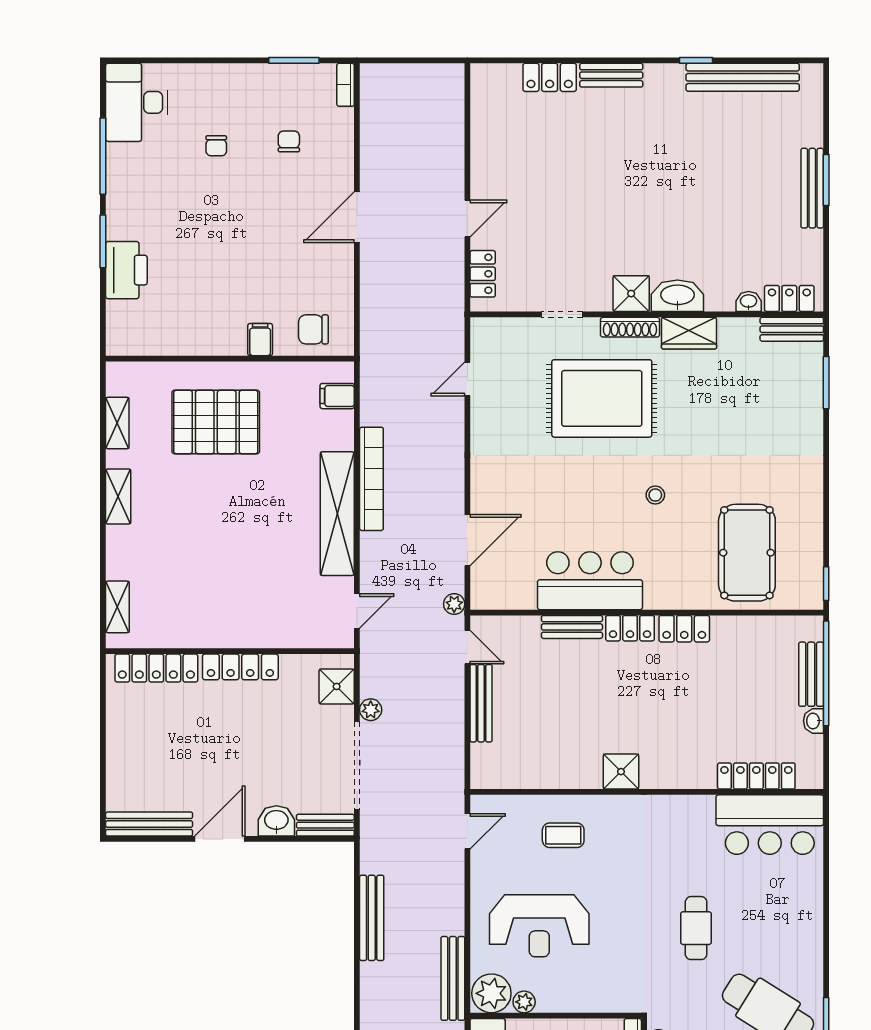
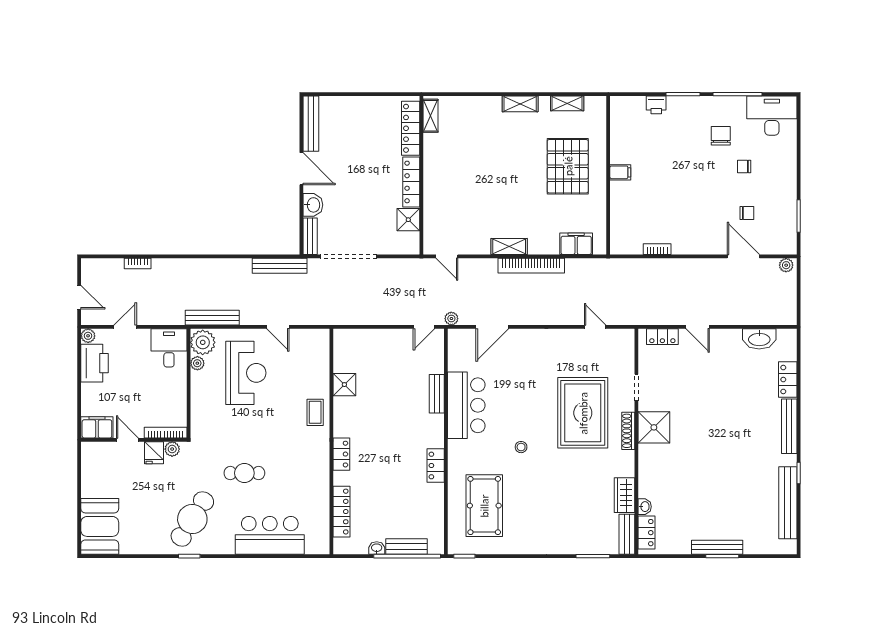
bench: (611, 75) -> (789, 426), width x1.36
bookcase: (346, 85) -> (657, 249), moved
door: (357, 217) -> (743, 256), moved
printer: (126, 270) -> (656, 105), width x0.53, depth x0.68
shower: (631, 294) -> (654, 427), width x1.36, depth x1.36
washbasin: (677, 296) -> (759, 339), moved, turned 90
chair: (313, 329) -> (721, 136), moved
wardrobe: (689, 333) -> (624, 495), moved
filing cabinet: (260, 340) -> (620, 172), moved
filing cabinet: (337, 396) -> (576, 244), width x2.00
shelving: (337, 514) -> (509, 247), width x0.45, depth x0.75
door: (467, 540) -> (492, 327), hinge flipped
pool table: (747, 553) -> (484, 506), turned 90
shelving: (117, 607) -> (430, 116), moved, turned 90
locker: (630, 628) -> (341, 454), moved, turned 180
shower: (337, 686) -> (408, 220), moved
bench: (481, 703) -> (388, 336), removed
plant: (371, 710) -> (786, 265), moved
shower: (621, 772) -> (344, 385), moved
bar counter: (770, 825) -> (270, 535), moved, turned 90
door: (467, 831) -> (278, 327), moved
coffee table: (563, 835) -> (315, 412), moved
bench: (372, 918) -> (280, 266), moved
reception desk: (539, 926) -> (246, 373), turned 180

